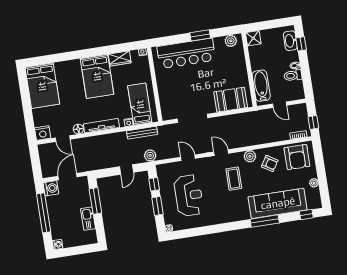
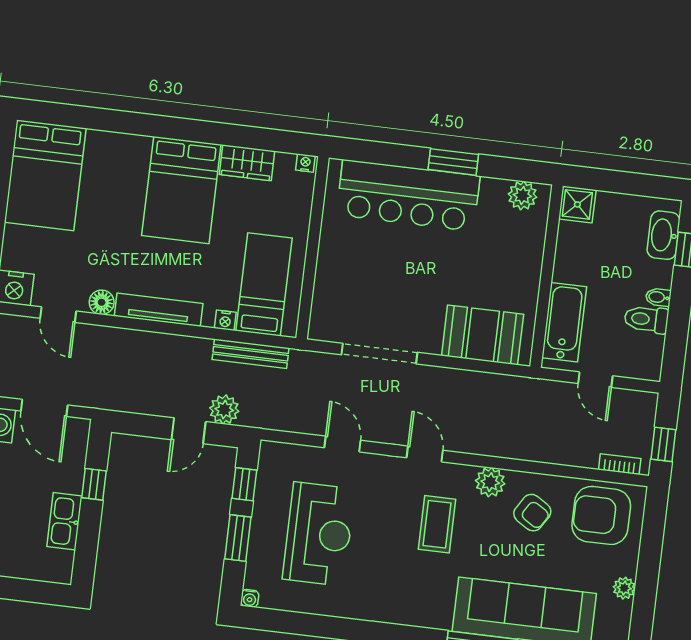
plant: (150, 155) -> (224, 410), moved
armchair: (297, 157) -> (601, 515), turned 90
door: (68, 177) -> (44, 408), swing flipped
window: (95, 201) -> (94, 484), width x0.46

